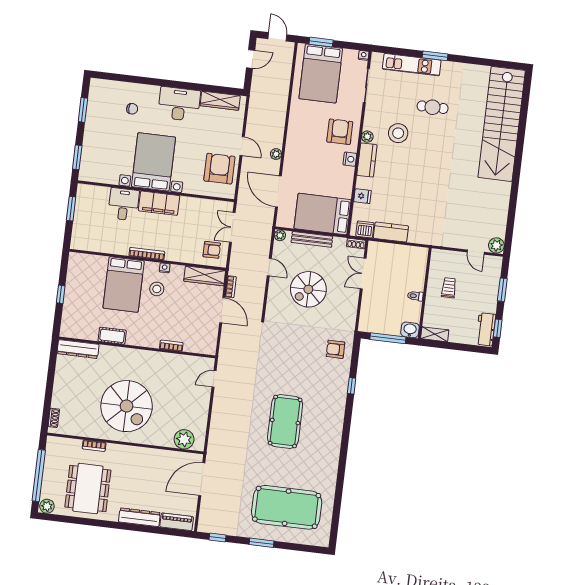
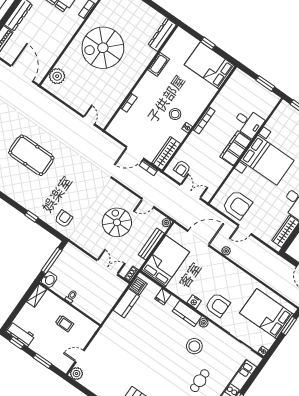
bed: (124, 284) -> (210, 65), moved

